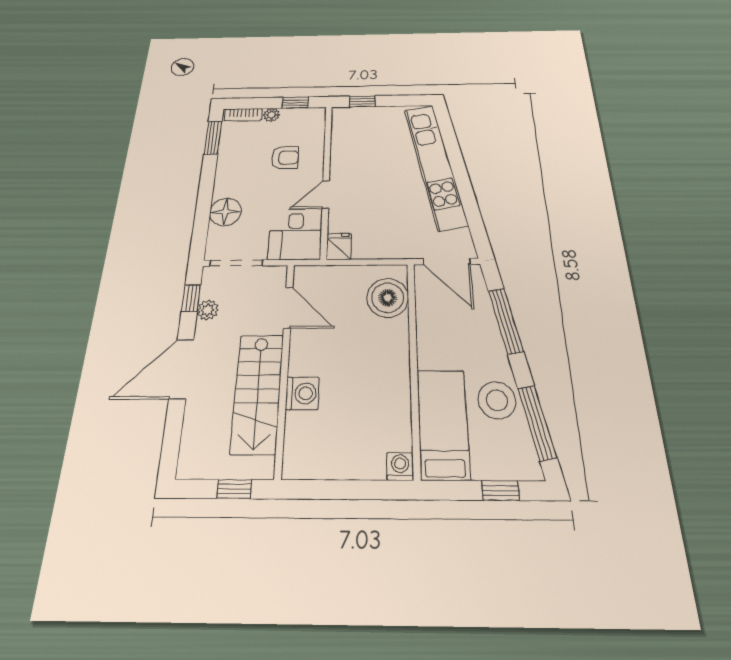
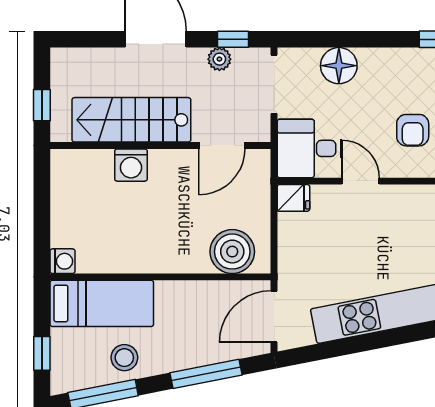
stool: (497, 400) -> (124, 358), width x0.73, depth x0.73

